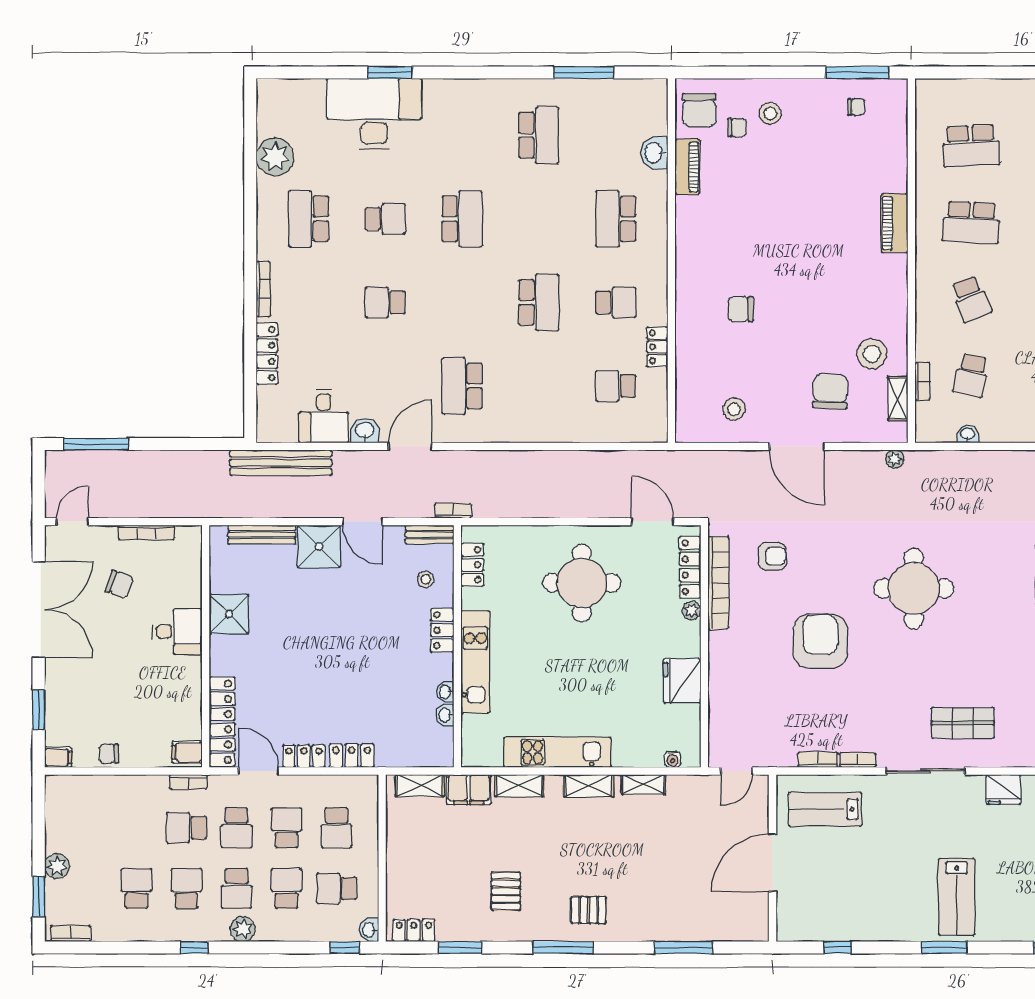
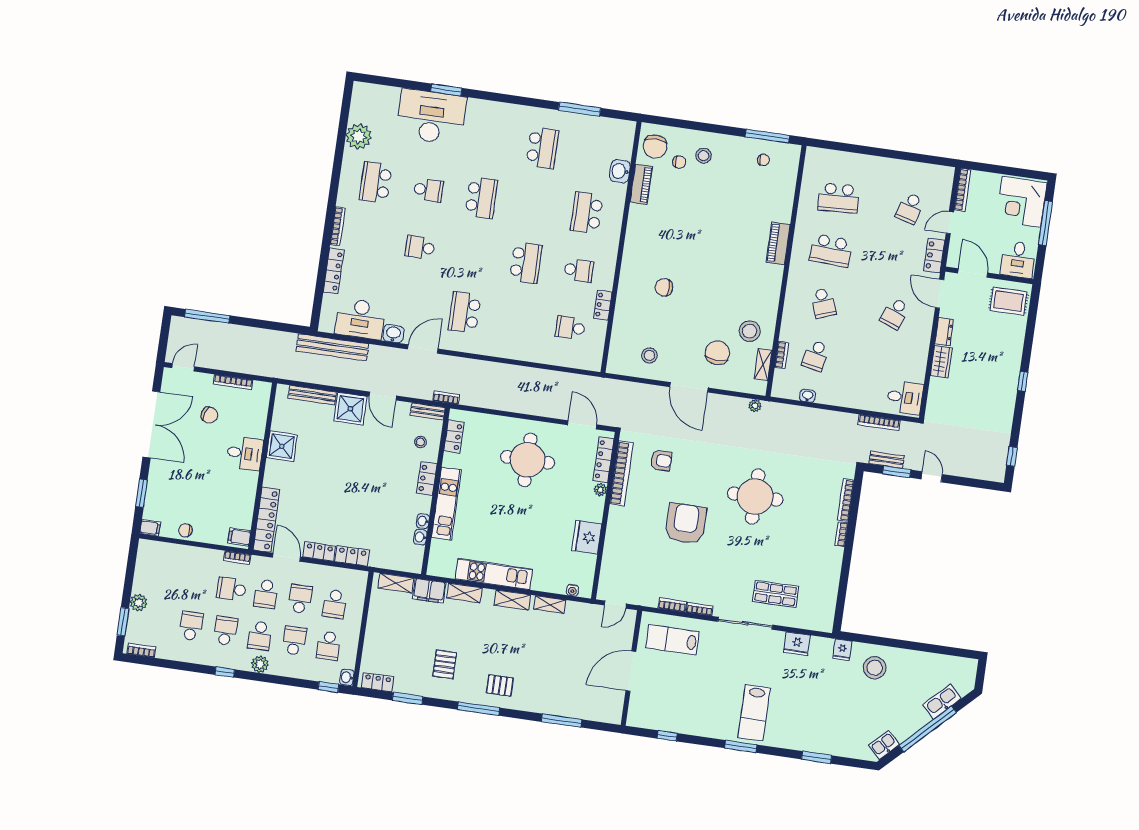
desk: (324, 416) -> (360, 319), width x1.37
school desk: (337, 888) -> (329, 646), turned -90

